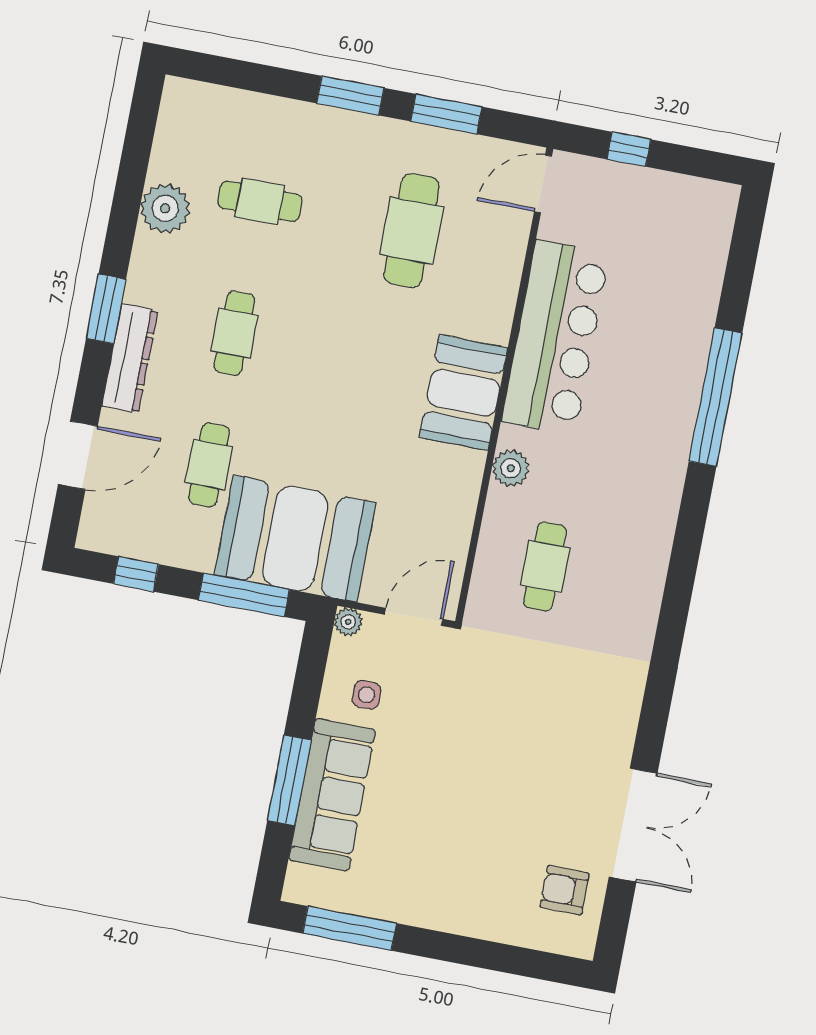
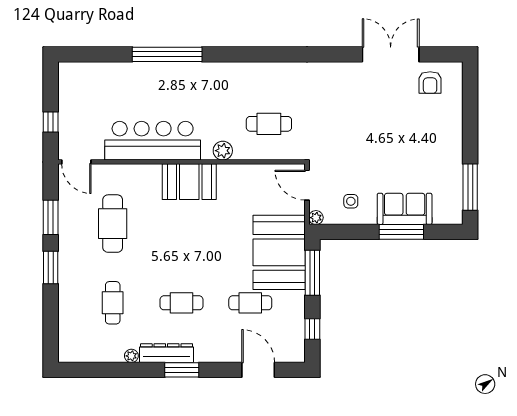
plant: (165, 208) -> (131, 356), width x0.53, depth x0.53
cafe table: (412, 231) -> (113, 224), turned 90
dresser: (130, 358) -> (167, 353), moved
sofa: (332, 795) -> (405, 209), width x0.73

